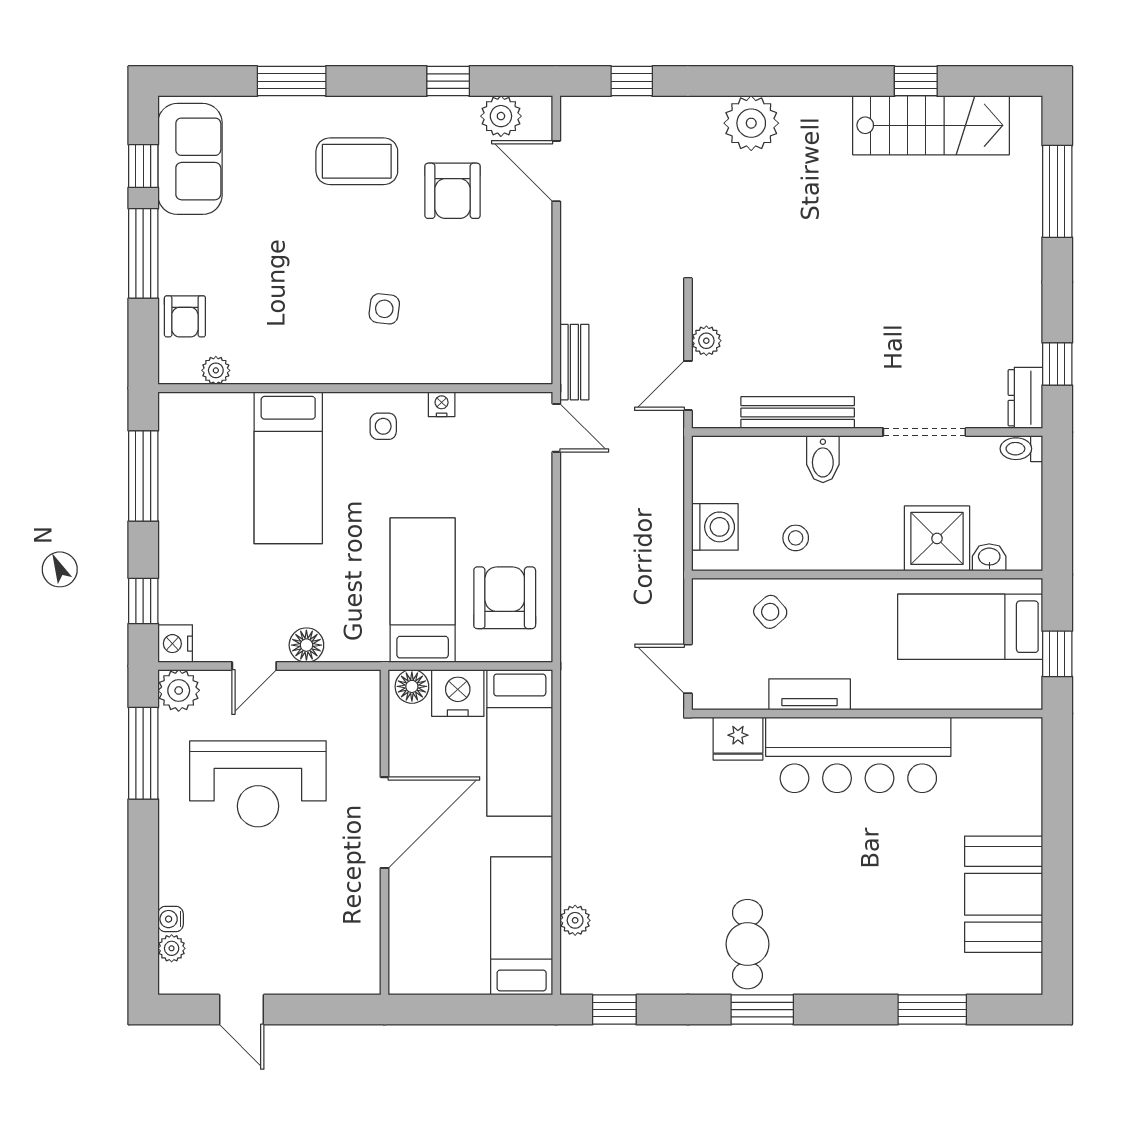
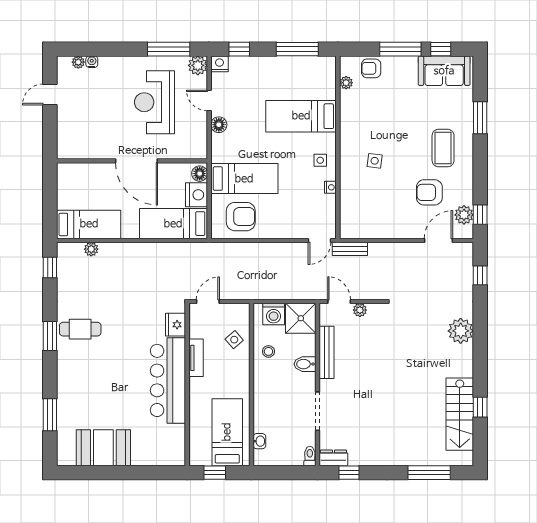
window: (448, 81) -> (480, 215), moved
shower: (937, 538) -> (301, 318), moved

